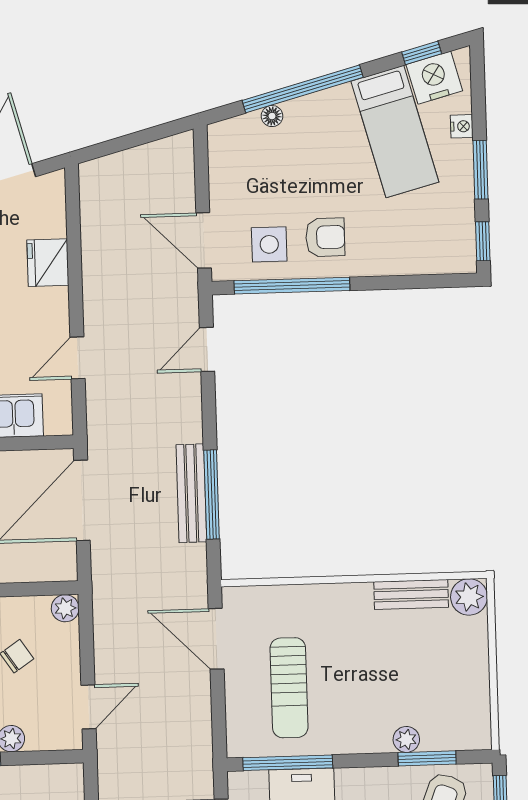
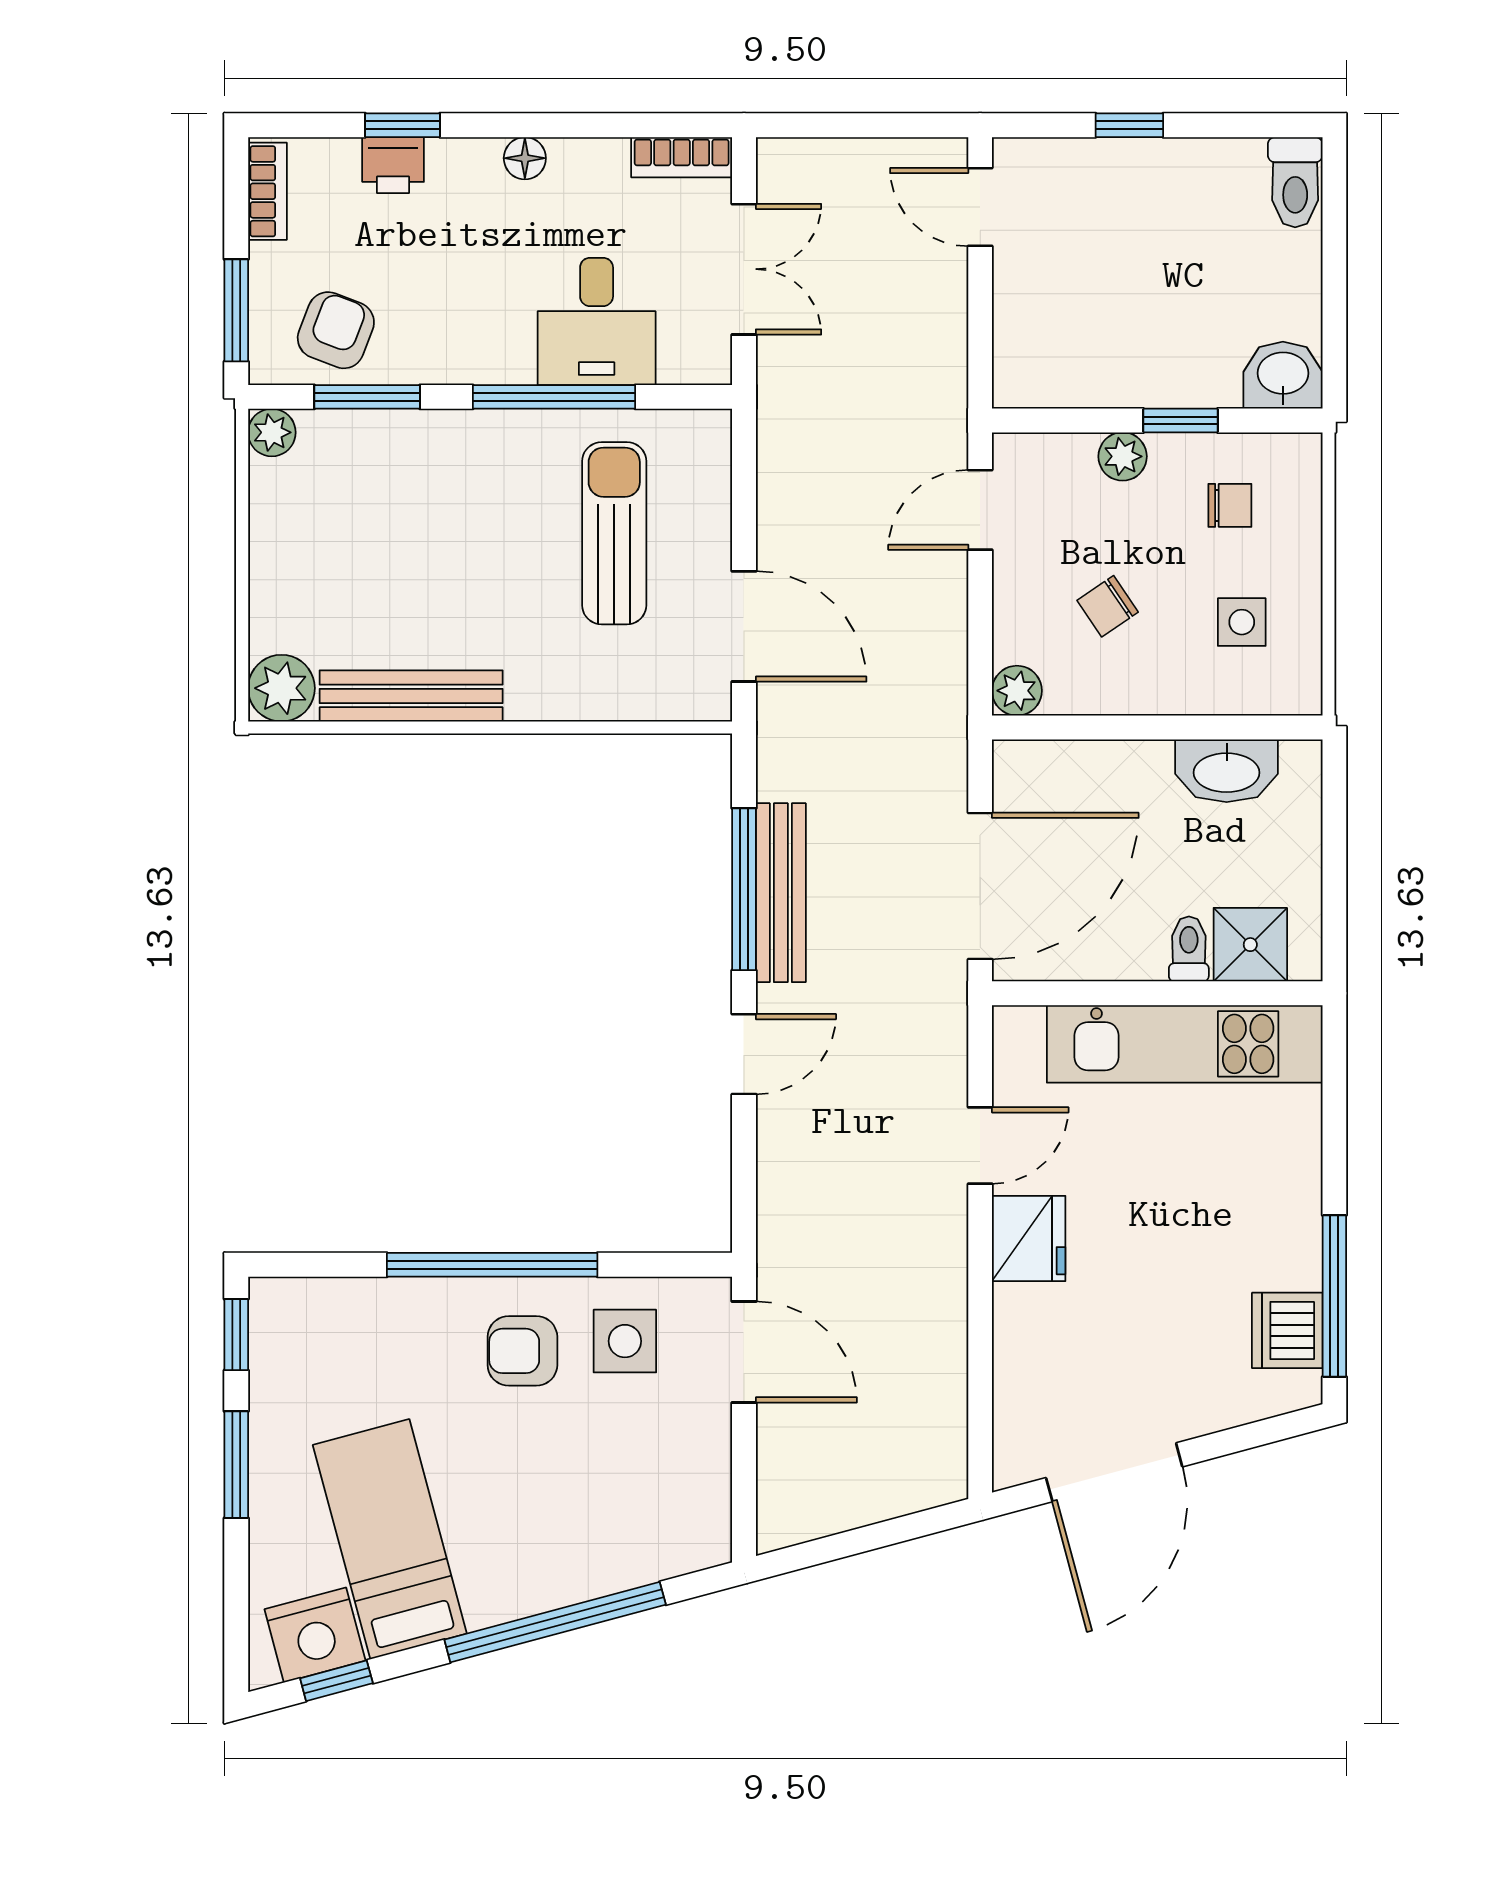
floor lamp: (272, 116) -> (612, 1574), removed
nightstand: (462, 126) -> (268, 1545), removed
fridge: (48, 263) -> (1029, 1238), moved
window: (292, 286) -> (492, 1265), moved
door: (207, 349) -> (744, 1054), moved
bench: (411, 594) -> (411, 696), width x1.36
plant: (406, 739) -> (272, 432), moved
window: (288, 763) -> (554, 397), moved

